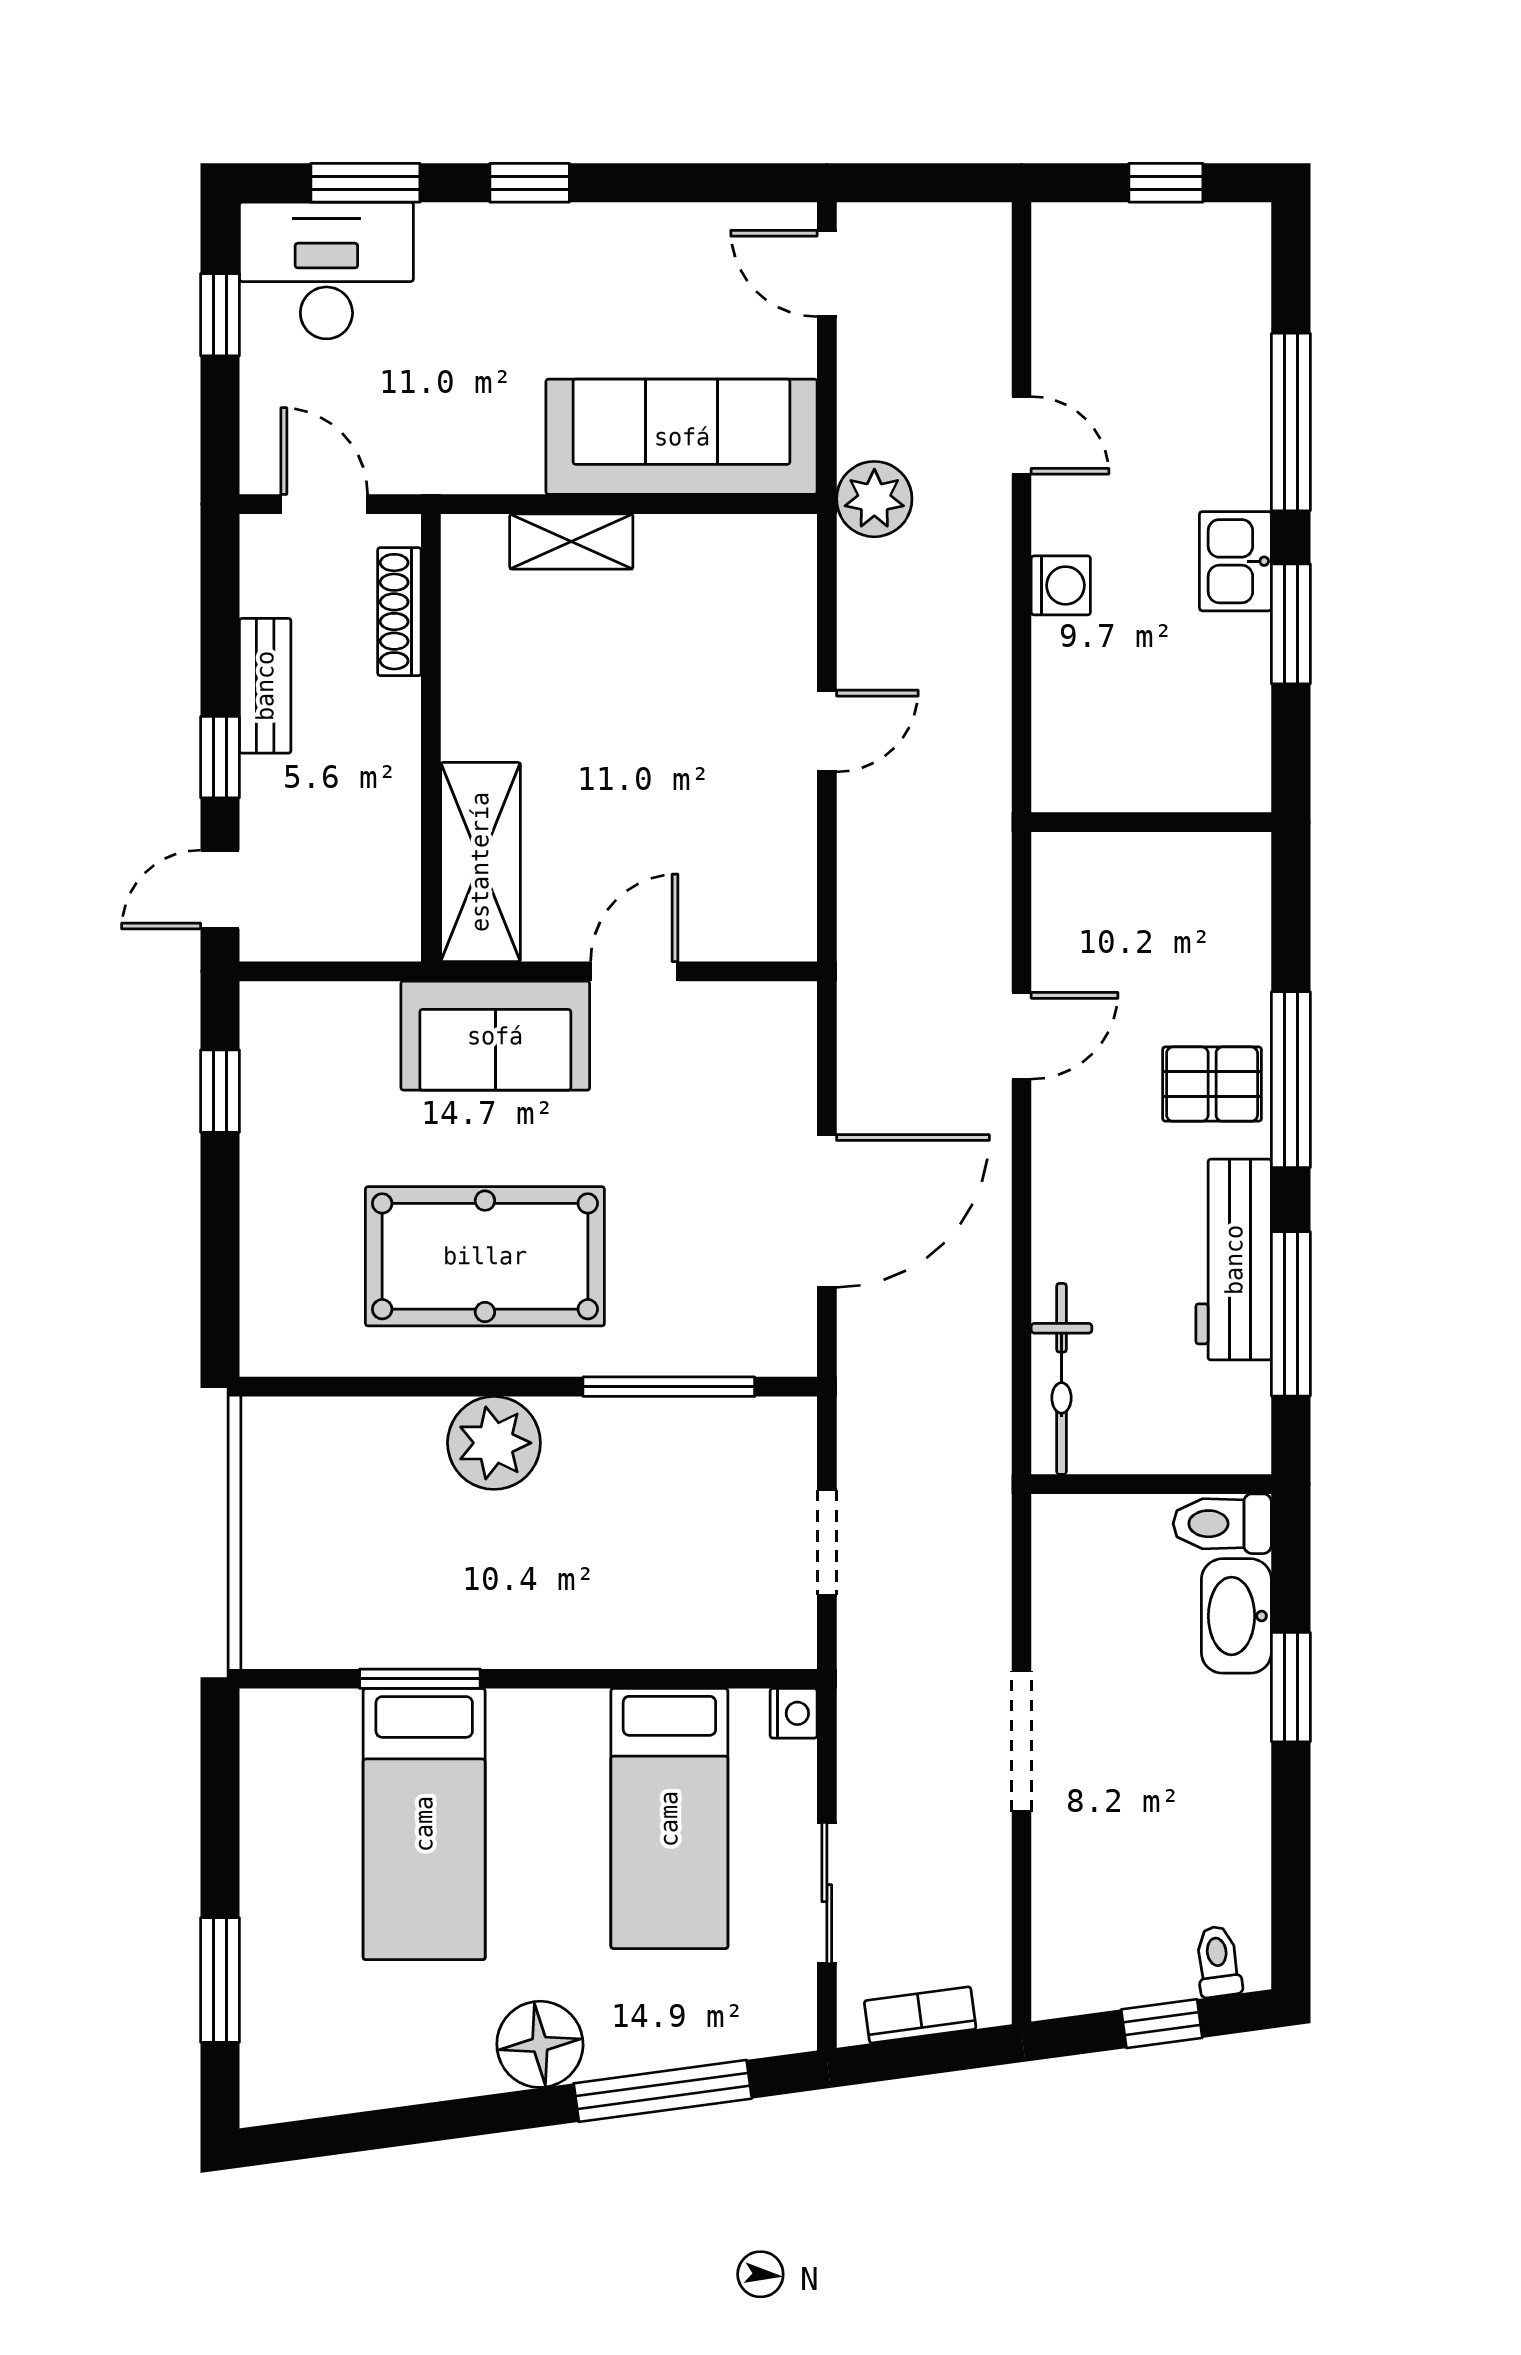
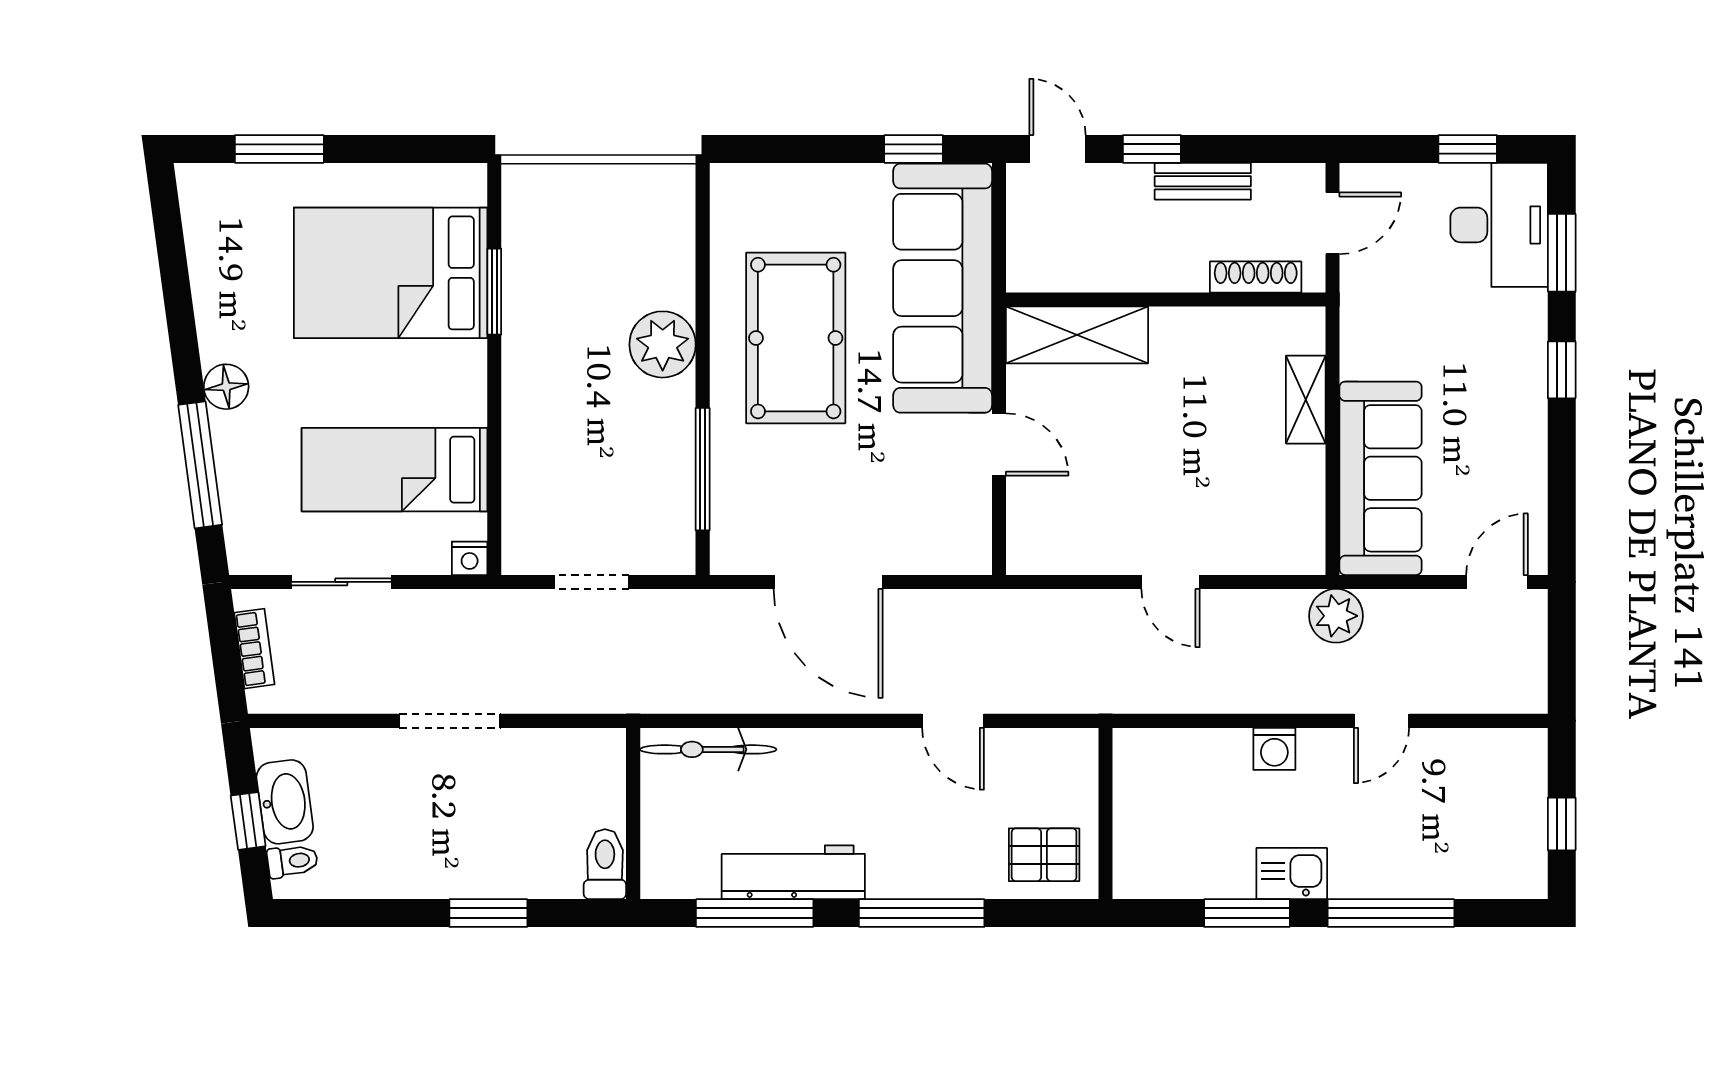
sofa: (495, 1036) -> (943, 288), width x1.85, depth x1.27
pallet: (1212, 1084) -> (1044, 855), moved, turned 90
washbasin: (1236, 1616) -> (285, 802), moved, turned 82
bed: (424, 1824) -> (391, 273), width x1.50
floor lamp: (540, 2044) -> (226, 387), width x0.73, depth x0.73

